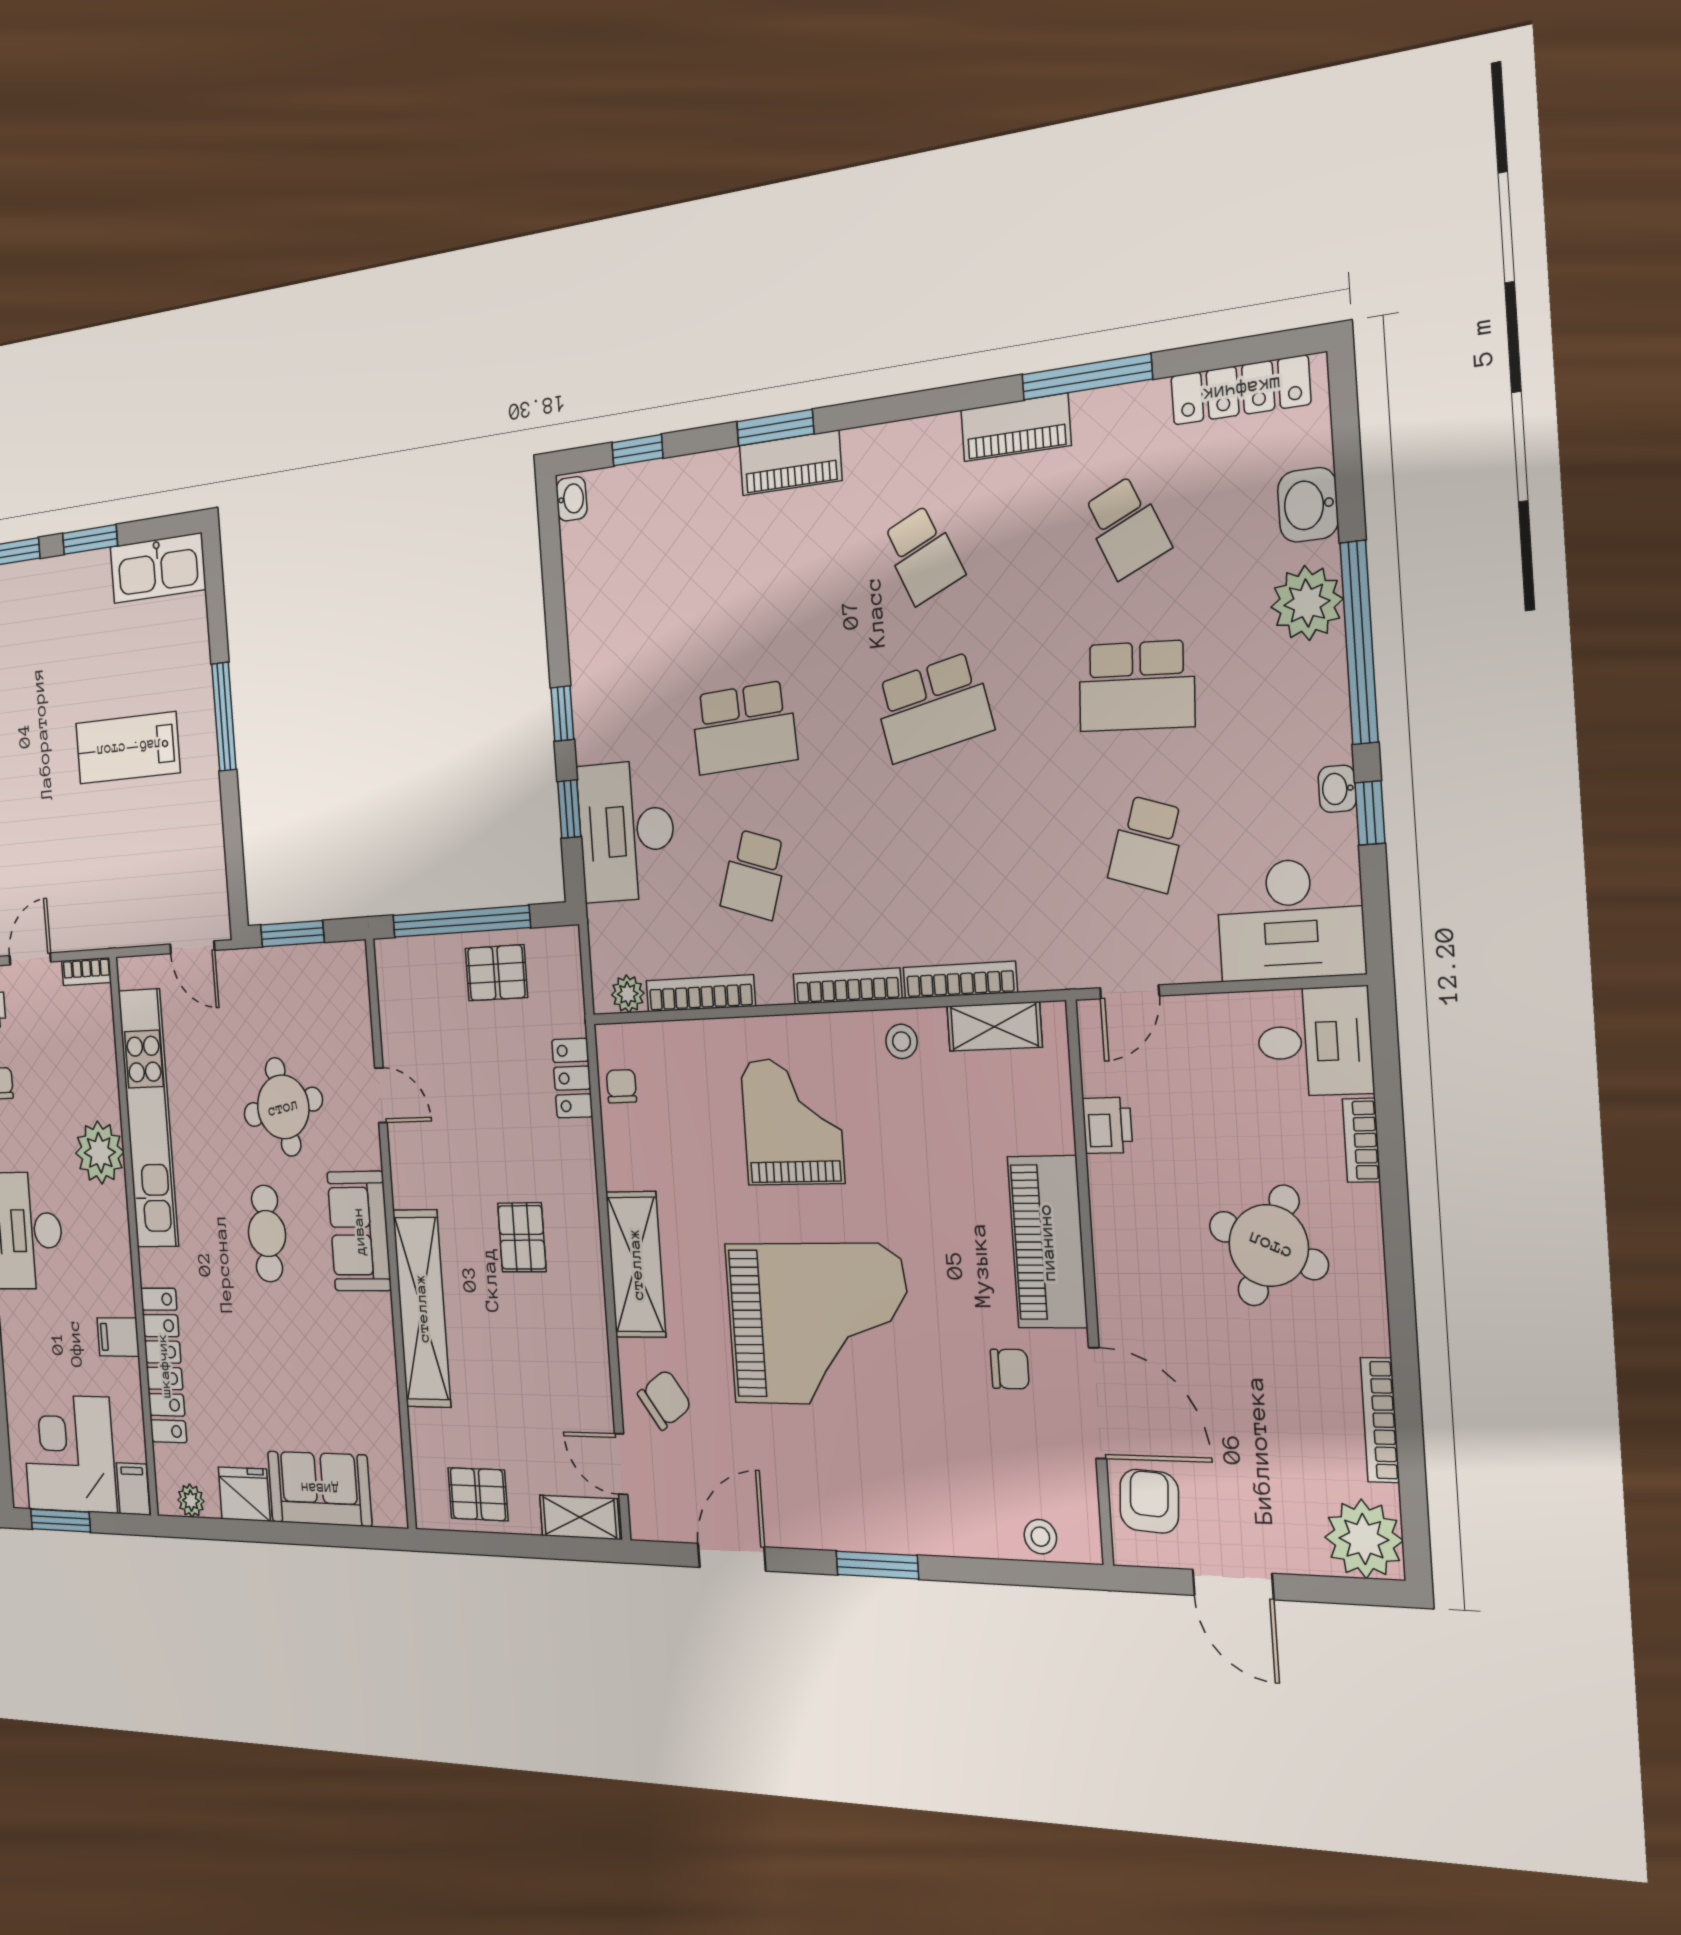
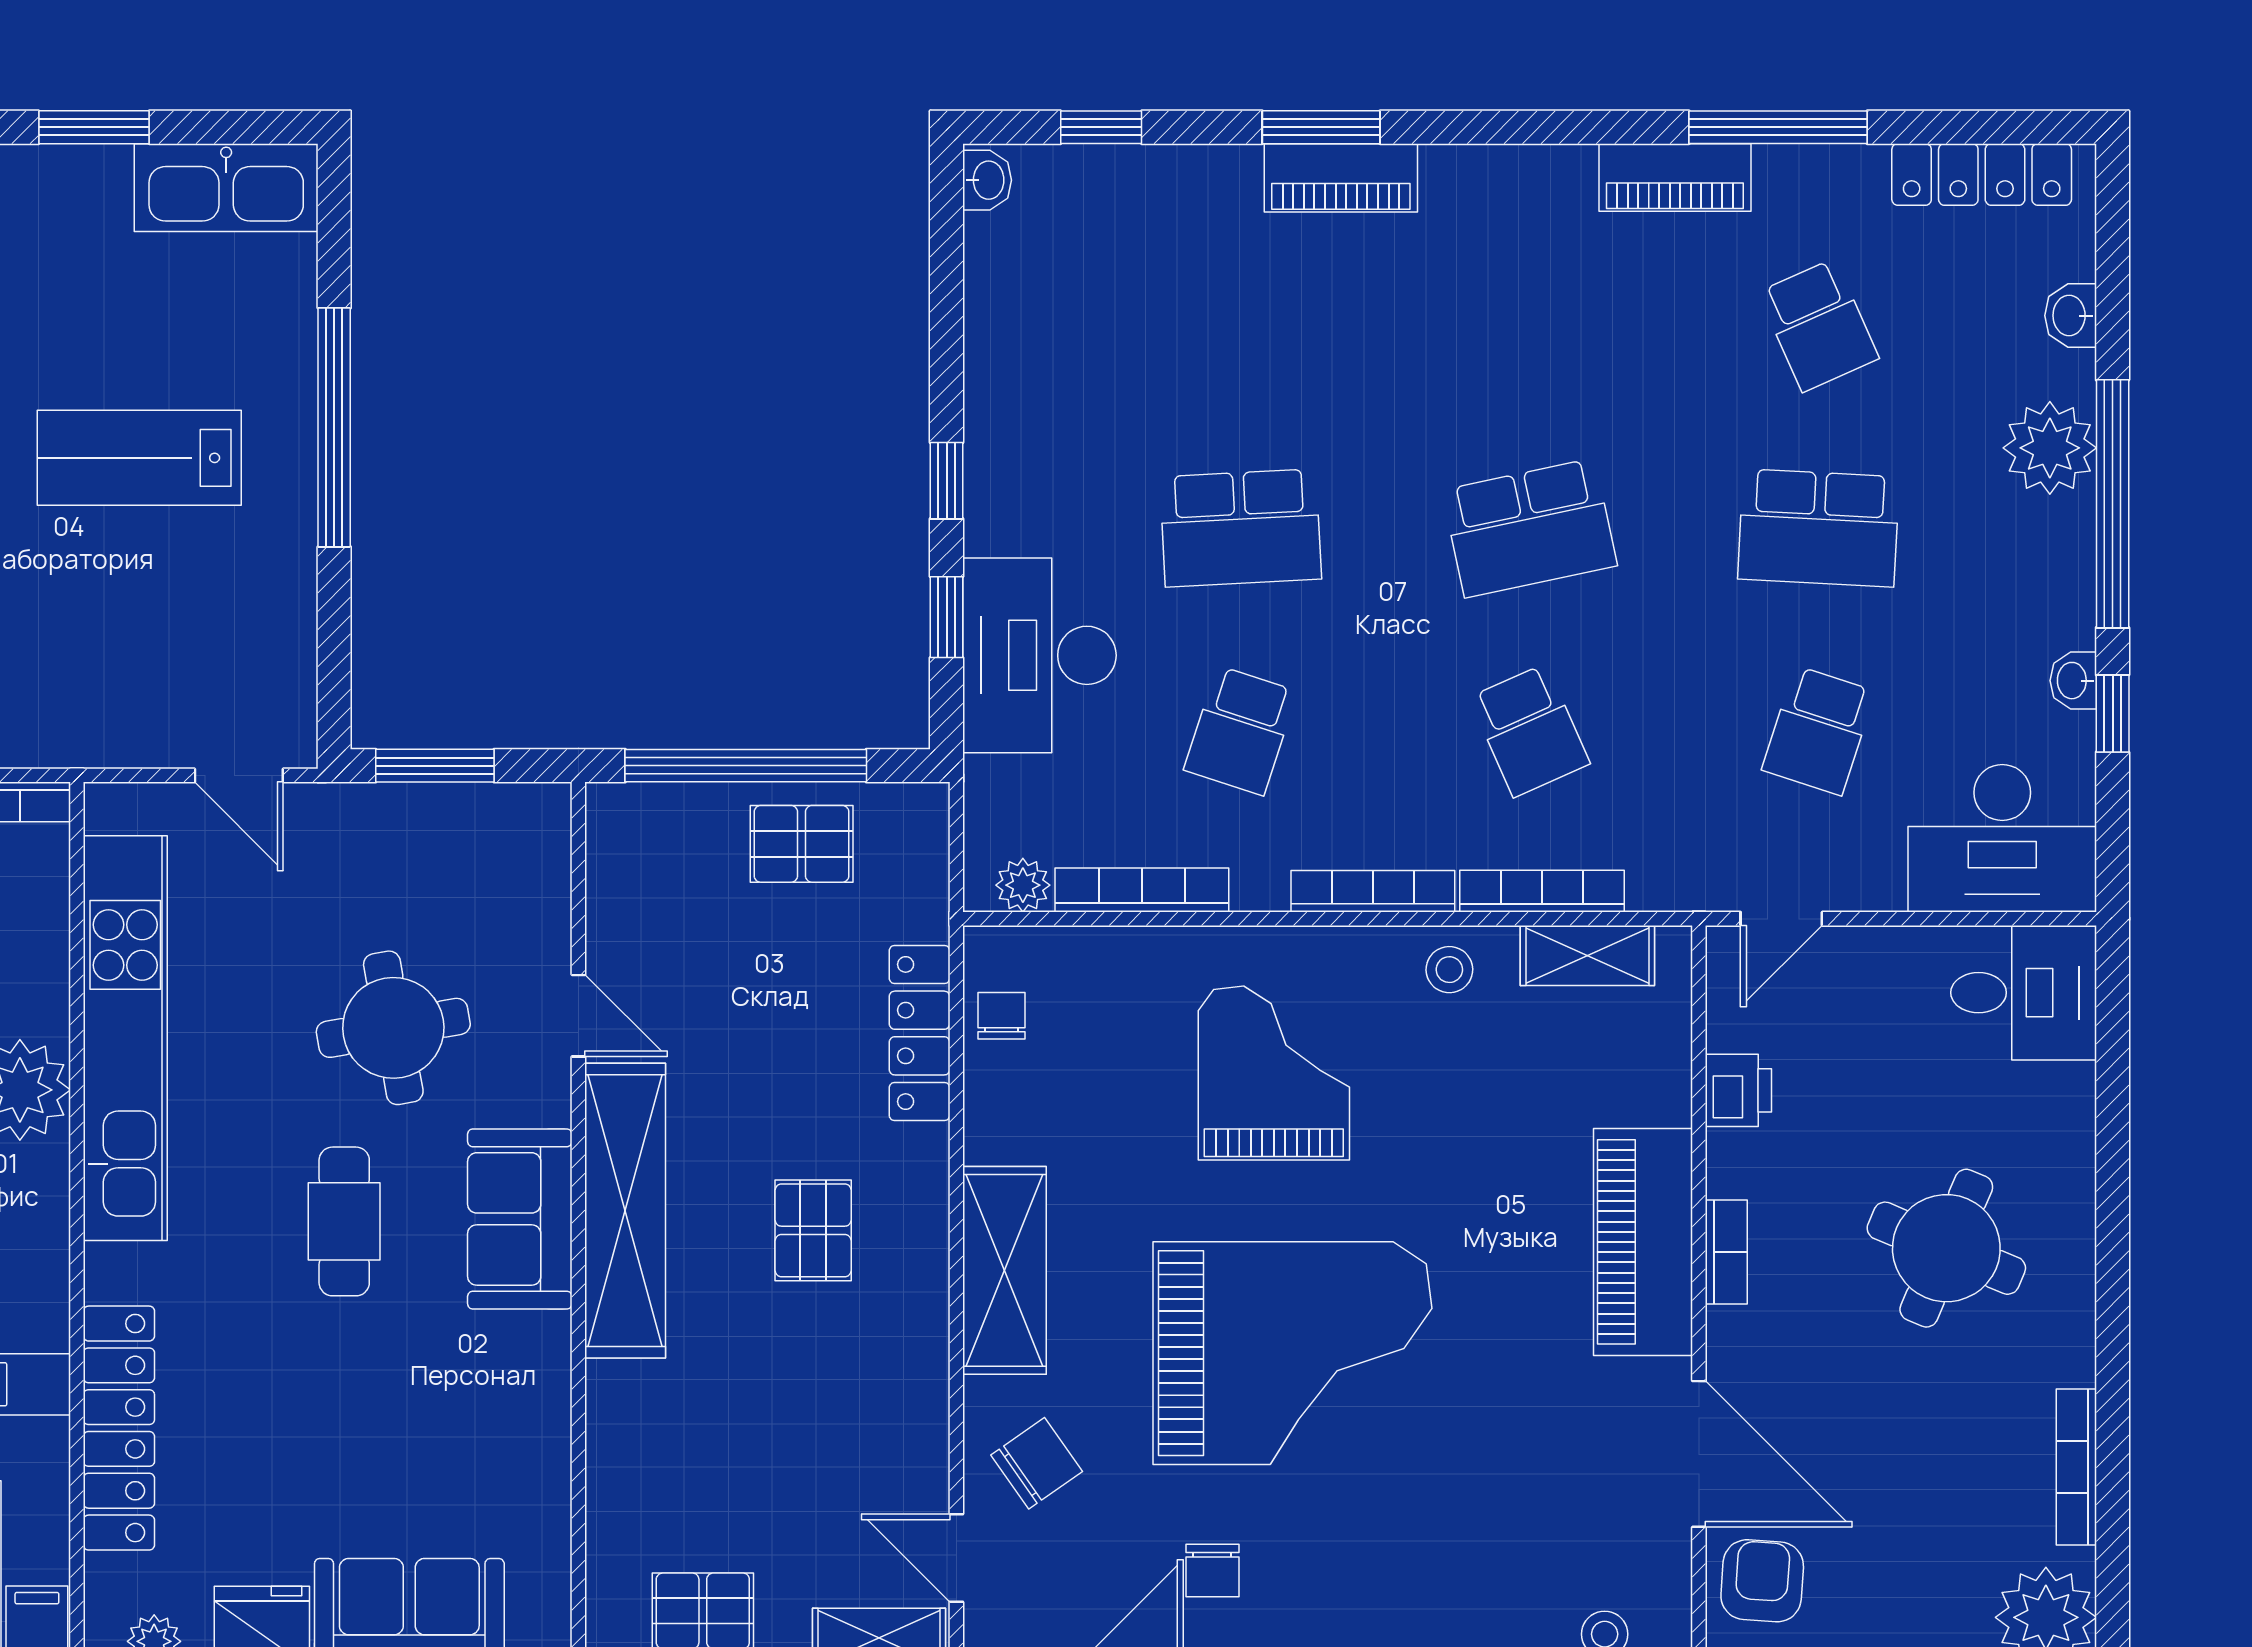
washbasin: (1308, 505) -> (2071, 316), width x0.72, depth x0.69
school desk: (923, 555) -> (1530, 731), moved
window: (224, 717) -> (334, 427), width x1.46
locker: (572, 1078) -> (920, 1033), width x1.53
bookcase: (1361, 1140) -> (1726, 1252), moved, turned 180
shelving: (422, 1308) -> (625, 1211), moved
chair: (1010, 1369) -> (1212, 1571), moved, turned 90

